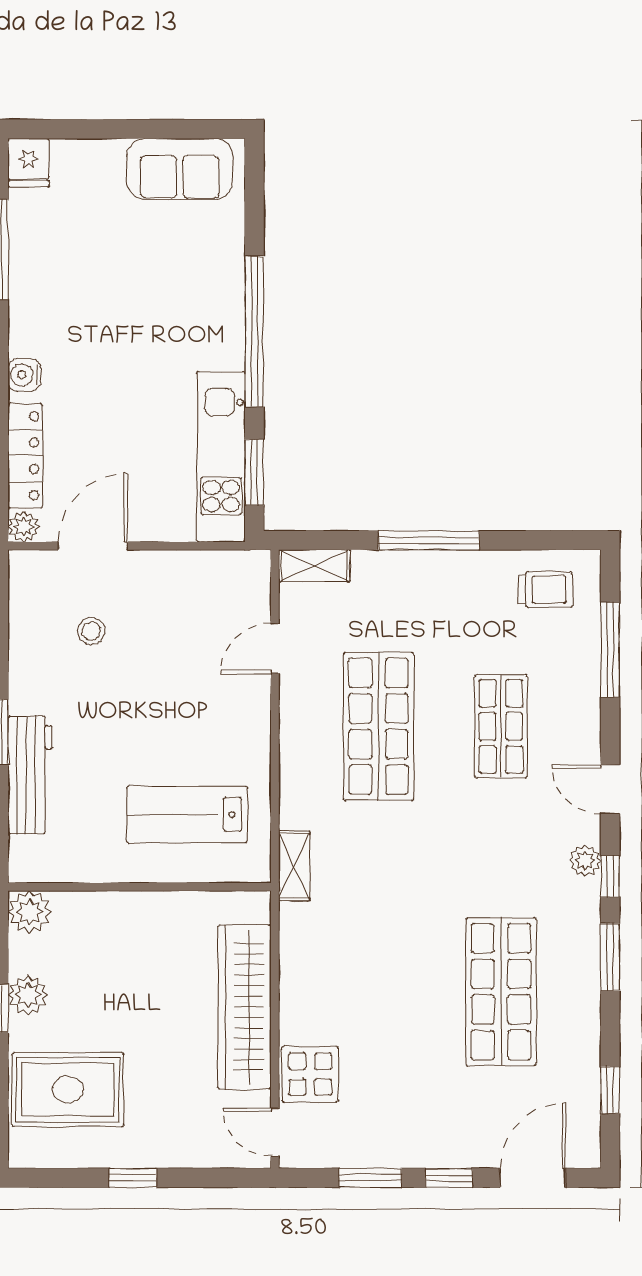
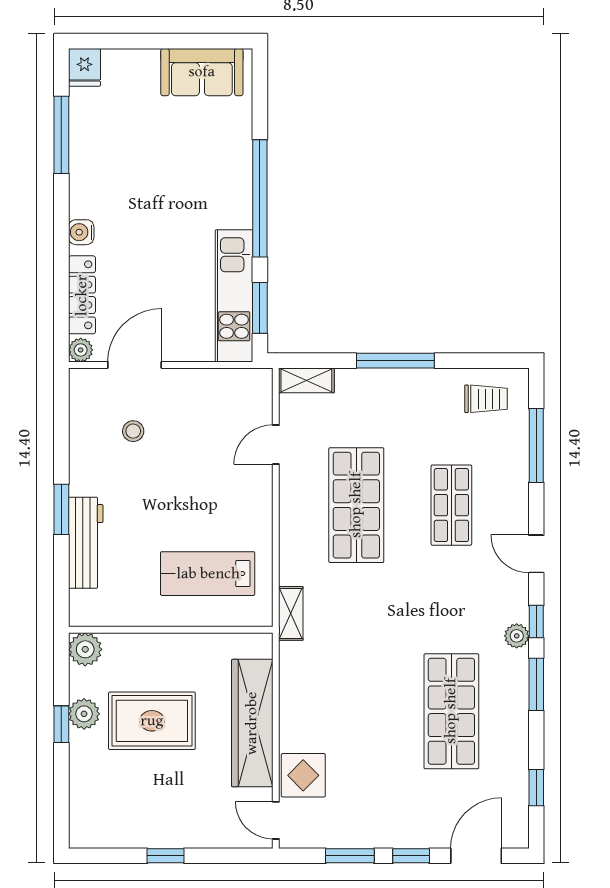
plant: (585, 860) -> (517, 636), moved
rug: (68, 1089) -> (152, 721), moved

